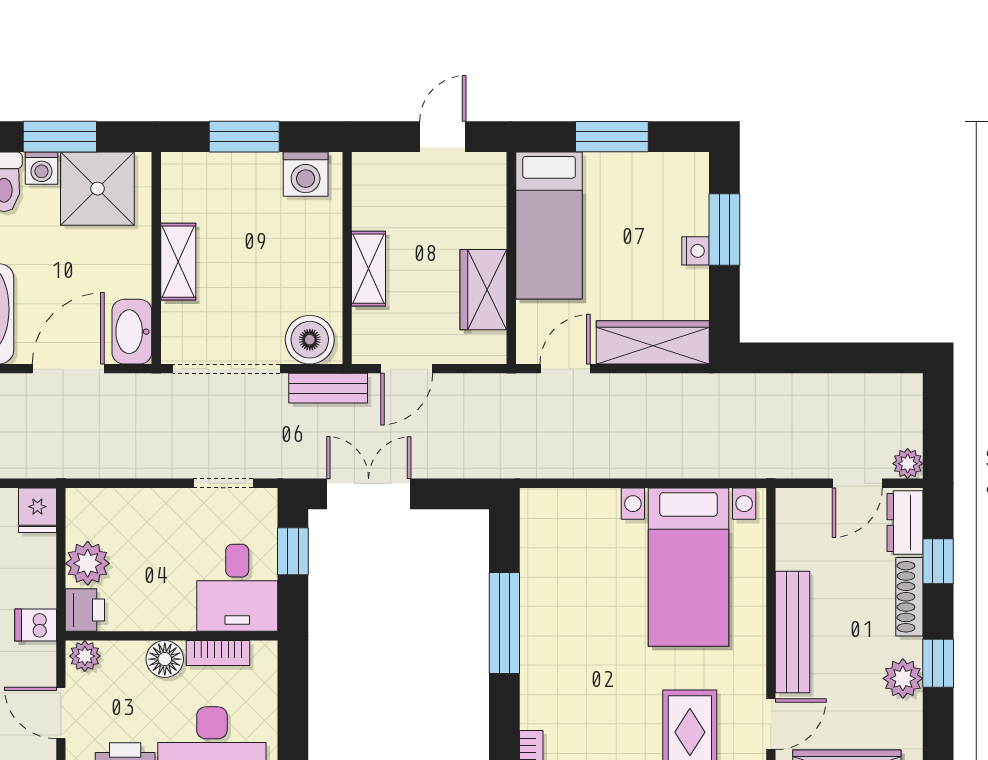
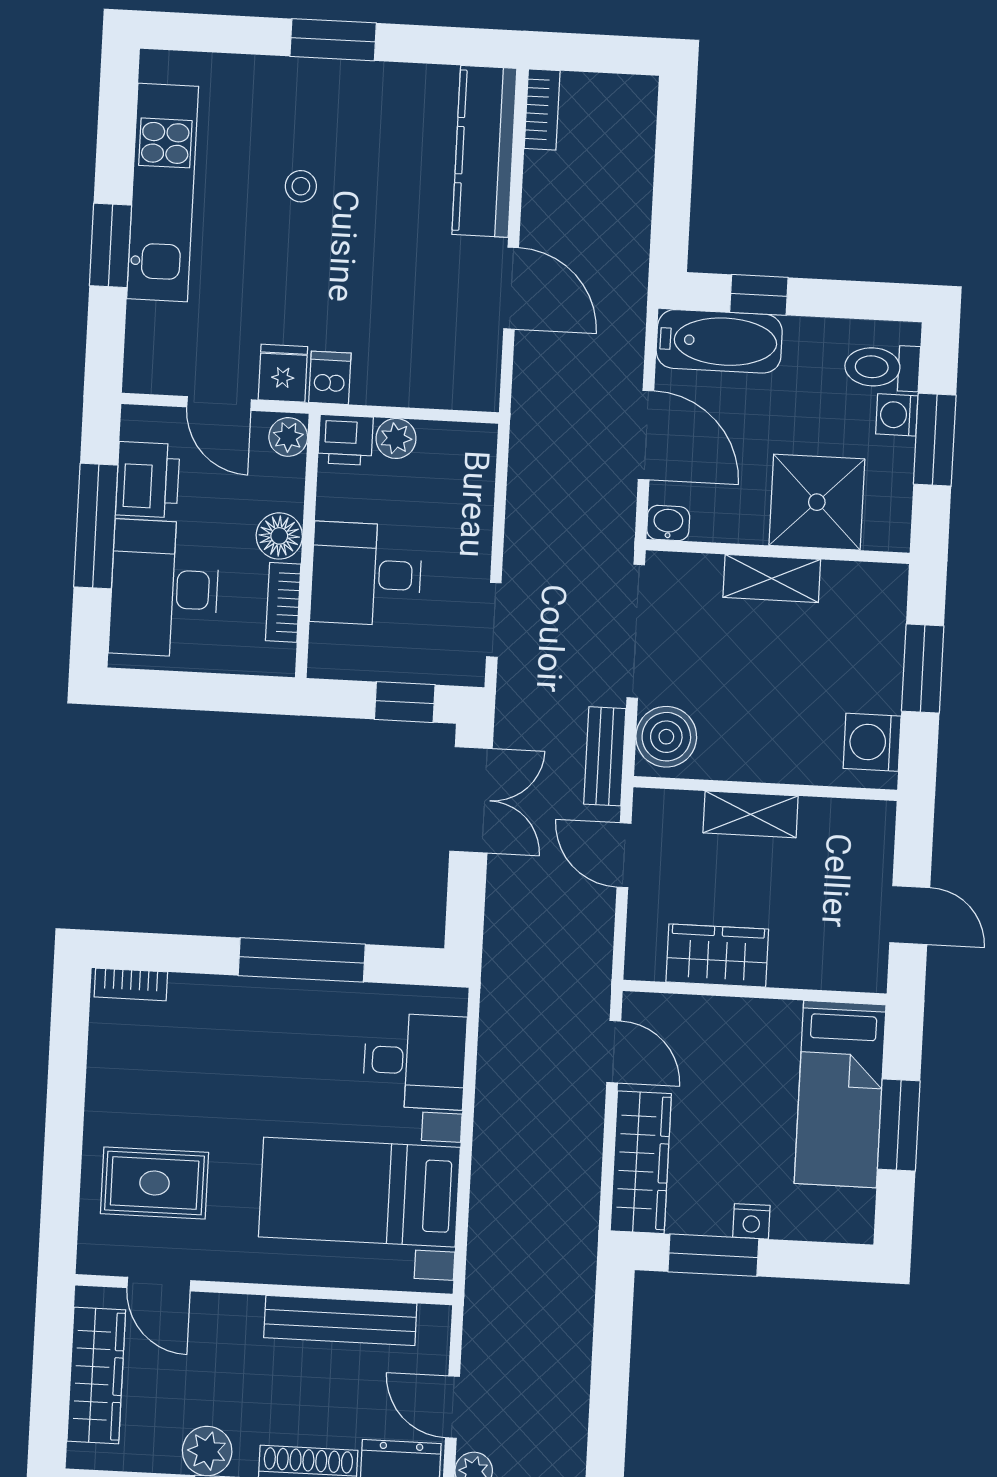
shower: (97, 189) -> (817, 502), moved
bed: (549, 226) -> (840, 1094), moved, turned -90
window: (724, 229) -> (713, 1255), moved
washbasin: (132, 332) -> (668, 523), width x0.52, depth x0.69
fridge: (37, 510) -> (283, 373), moved, turned 90
desk: (581, 528) -> (415, 1061), added
plant: (88, 563) -> (396, 438), width x0.73, depth x0.73
desk: (237, 588) -> (366, 574), moved
bench: (792, 632) -> (340, 1321), moved
door: (61, 713) -> (219, 403), swing flipped

